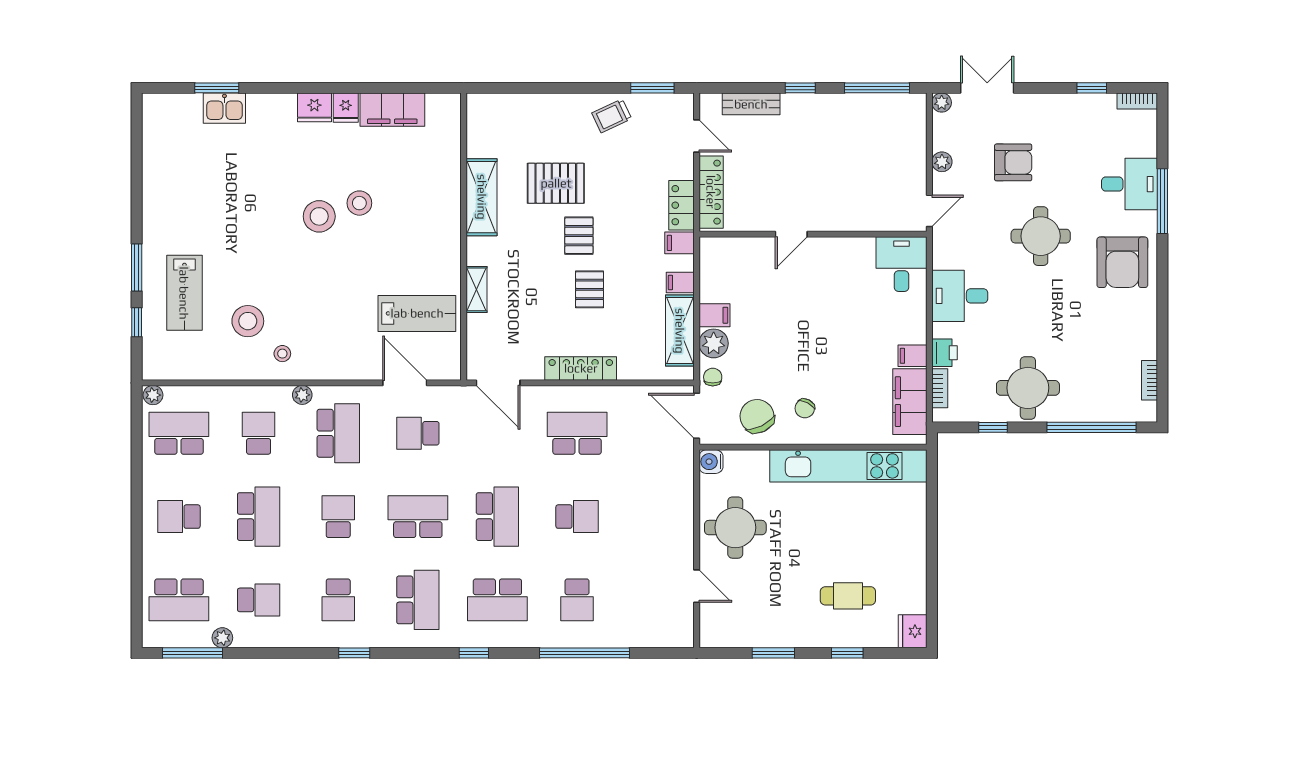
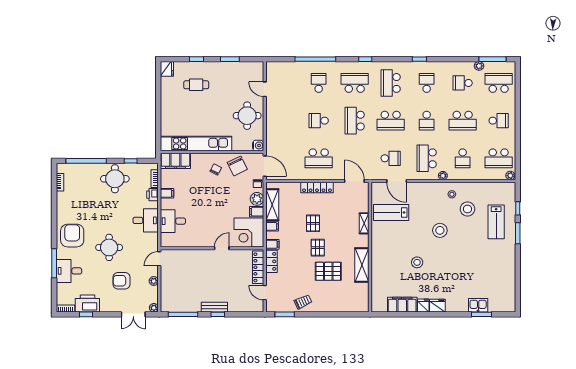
bench: (751, 104) -> (214, 307), moved
printer: (1089, 112) -> (87, 304), added
stool: (319, 216) -> (440, 230), moved
desk: (902, 264) -> (173, 221), moved, turned 90
corner desk: (732, 269) -> (249, 232), added
lab bench: (184, 293) -> (496, 222), turned 180
filing cabinet: (910, 402) -> (175, 161), moved, turned 90
school desk: (259, 517) -> (463, 121), turned -90

